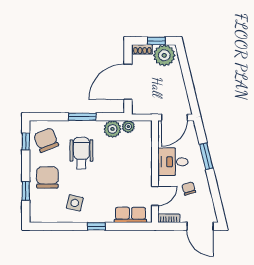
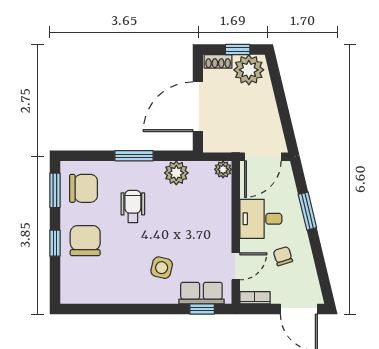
plant: (128, 127) -> (223, 169), moved
chair: (46, 140) -> (83, 188), turned 112
window: (26, 141) -> (55, 190), width x1.50
wheelchair: (81, 153) -> (133, 207), width x0.73, depth x0.73
window: (26, 191) -> (55, 243), moved
side table: (75, 203) -> (162, 268), moved
window: (96, 226) -> (202, 309), moved

